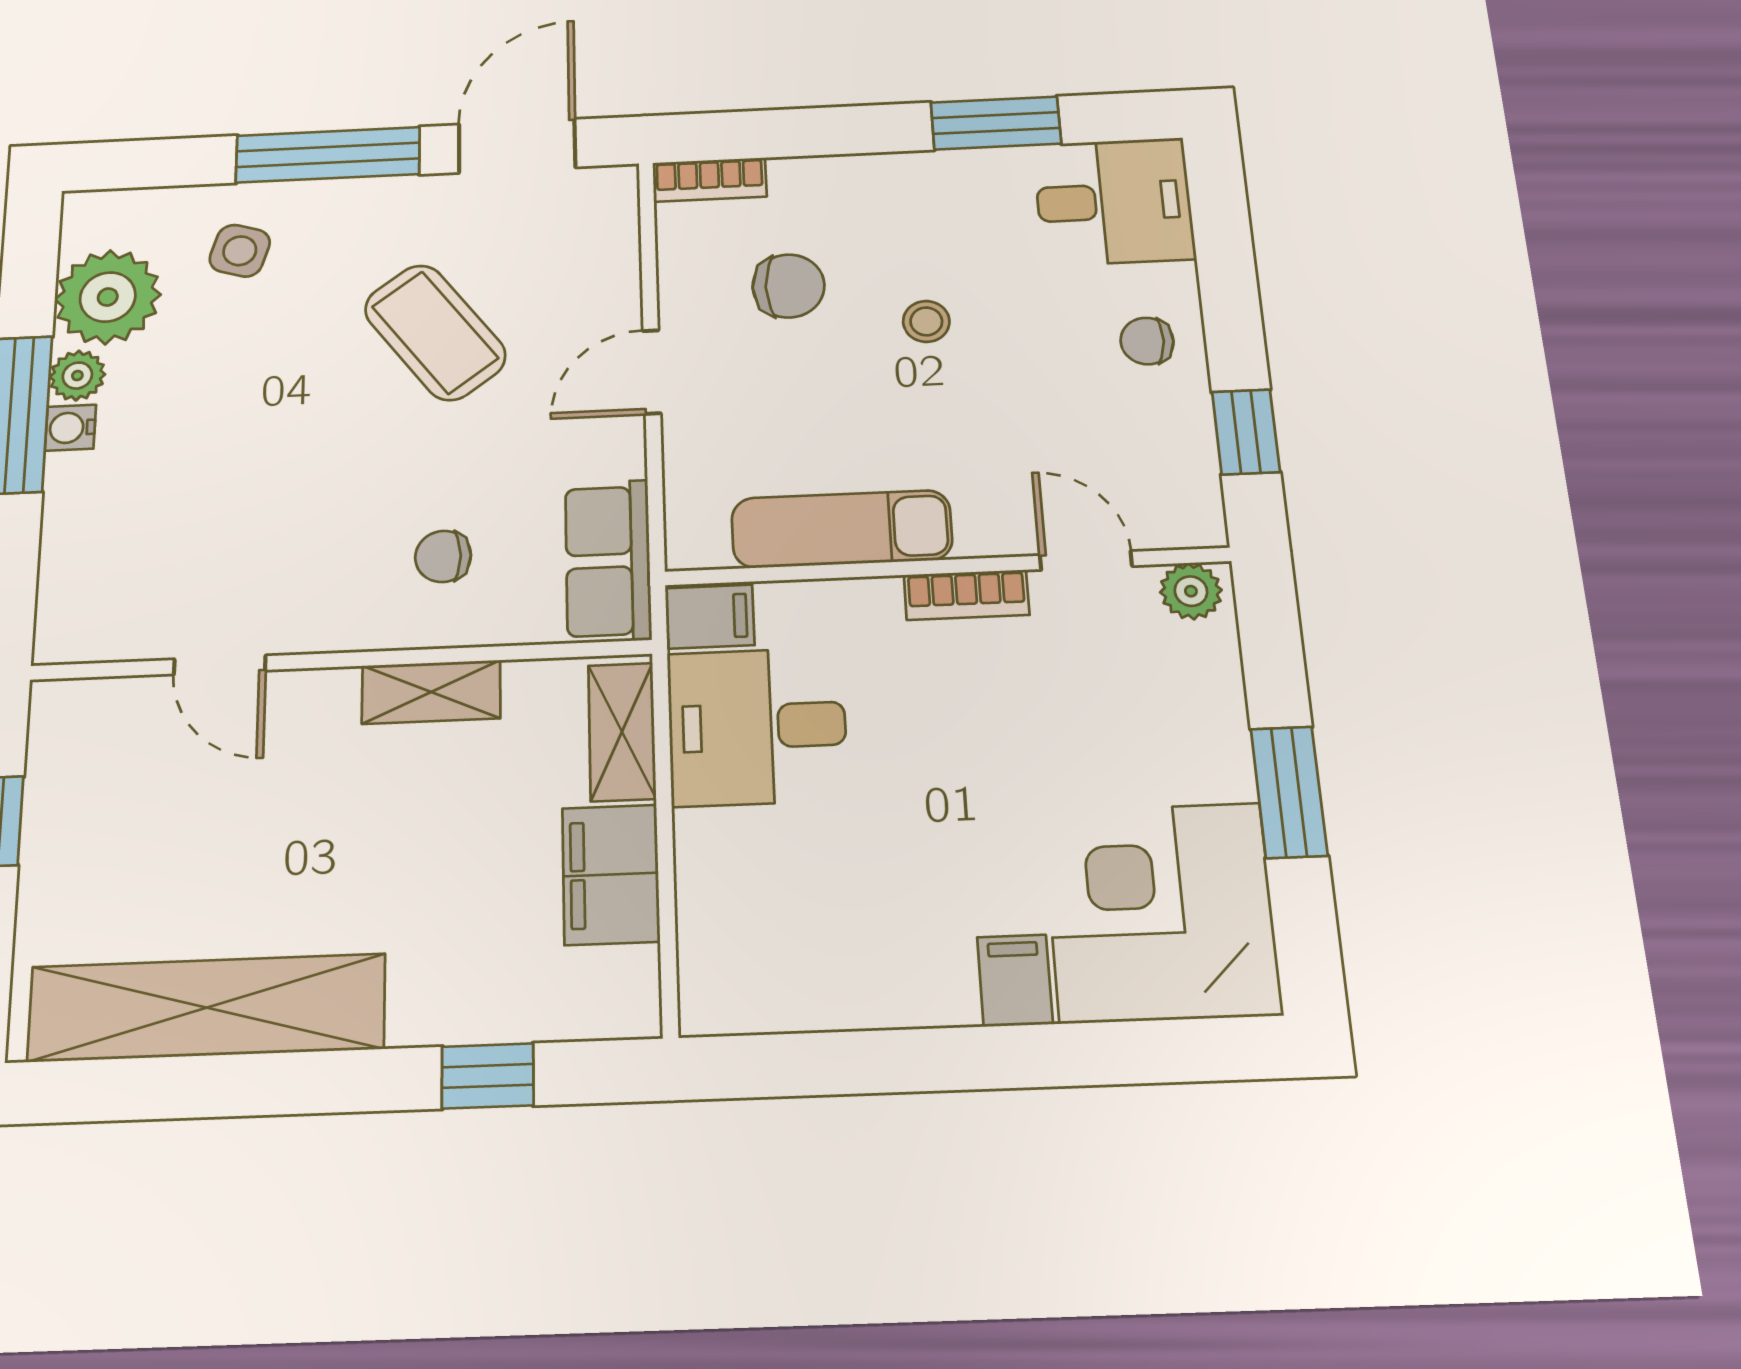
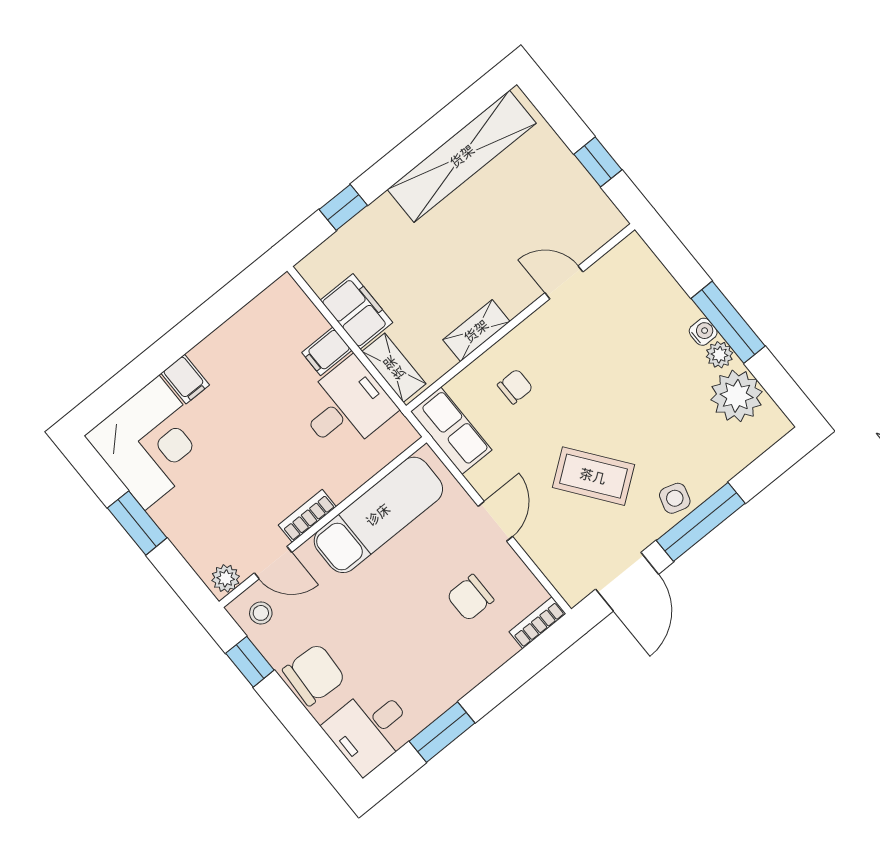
side table: (240, 251) -> (675, 498), moved
stool: (926, 321) -> (261, 613), moved
chair: (1147, 341) -> (314, 675), width x1.87, depth x1.87
exam couch: (842, 529) -> (378, 515), width x1.36, depth x1.45
filing cabinet: (710, 617) -> (327, 351), moved

